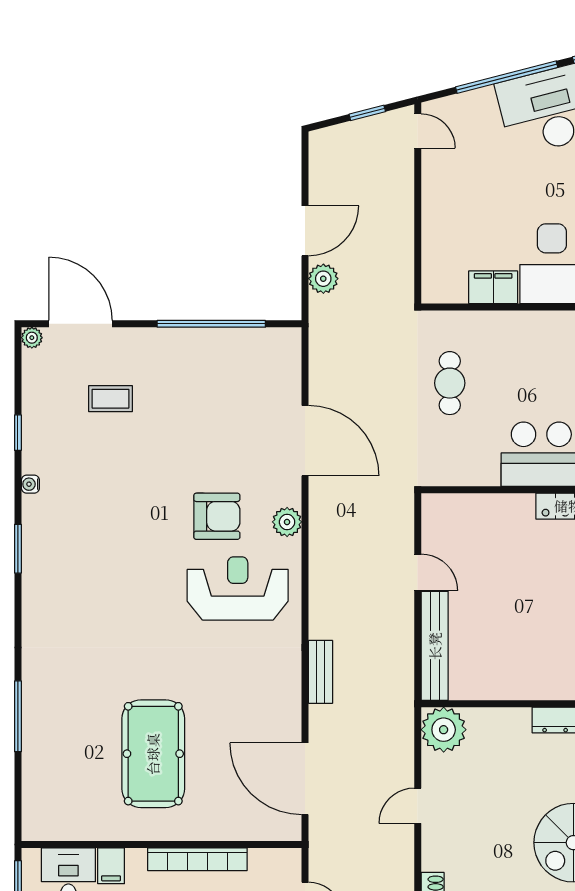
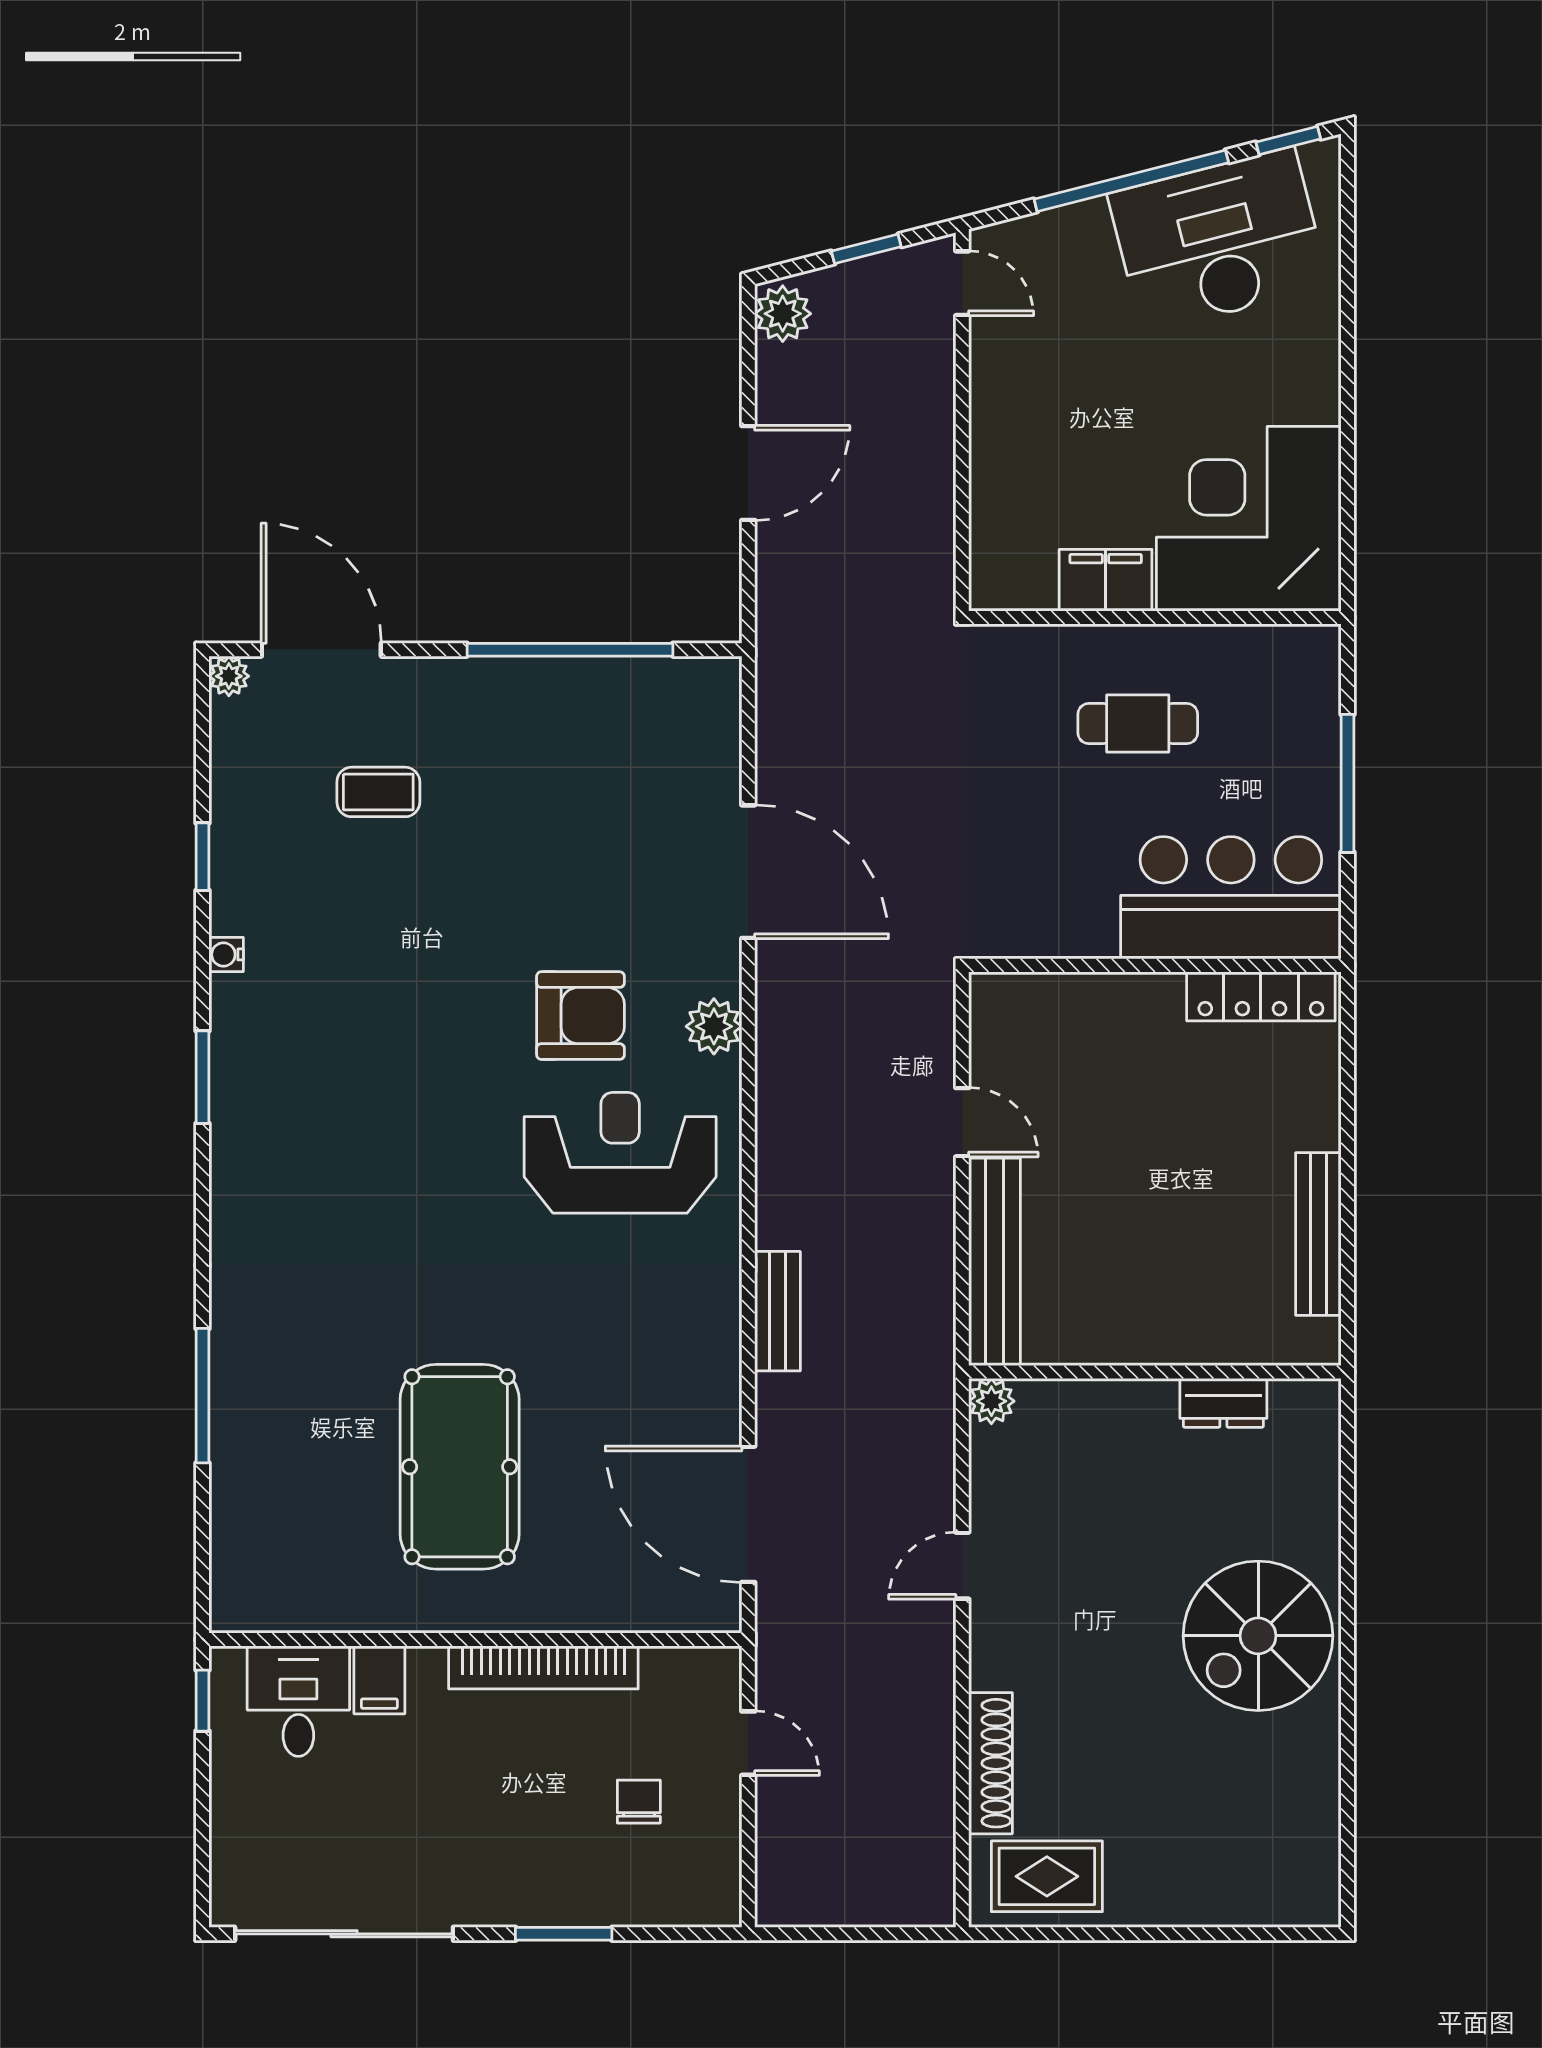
plant: (323, 279) -> (783, 314), moved
cafe table: (450, 383) -> (1138, 724), moved, turned 90
plant: (444, 730) -> (991, 1401), width x0.53, depth x0.53

